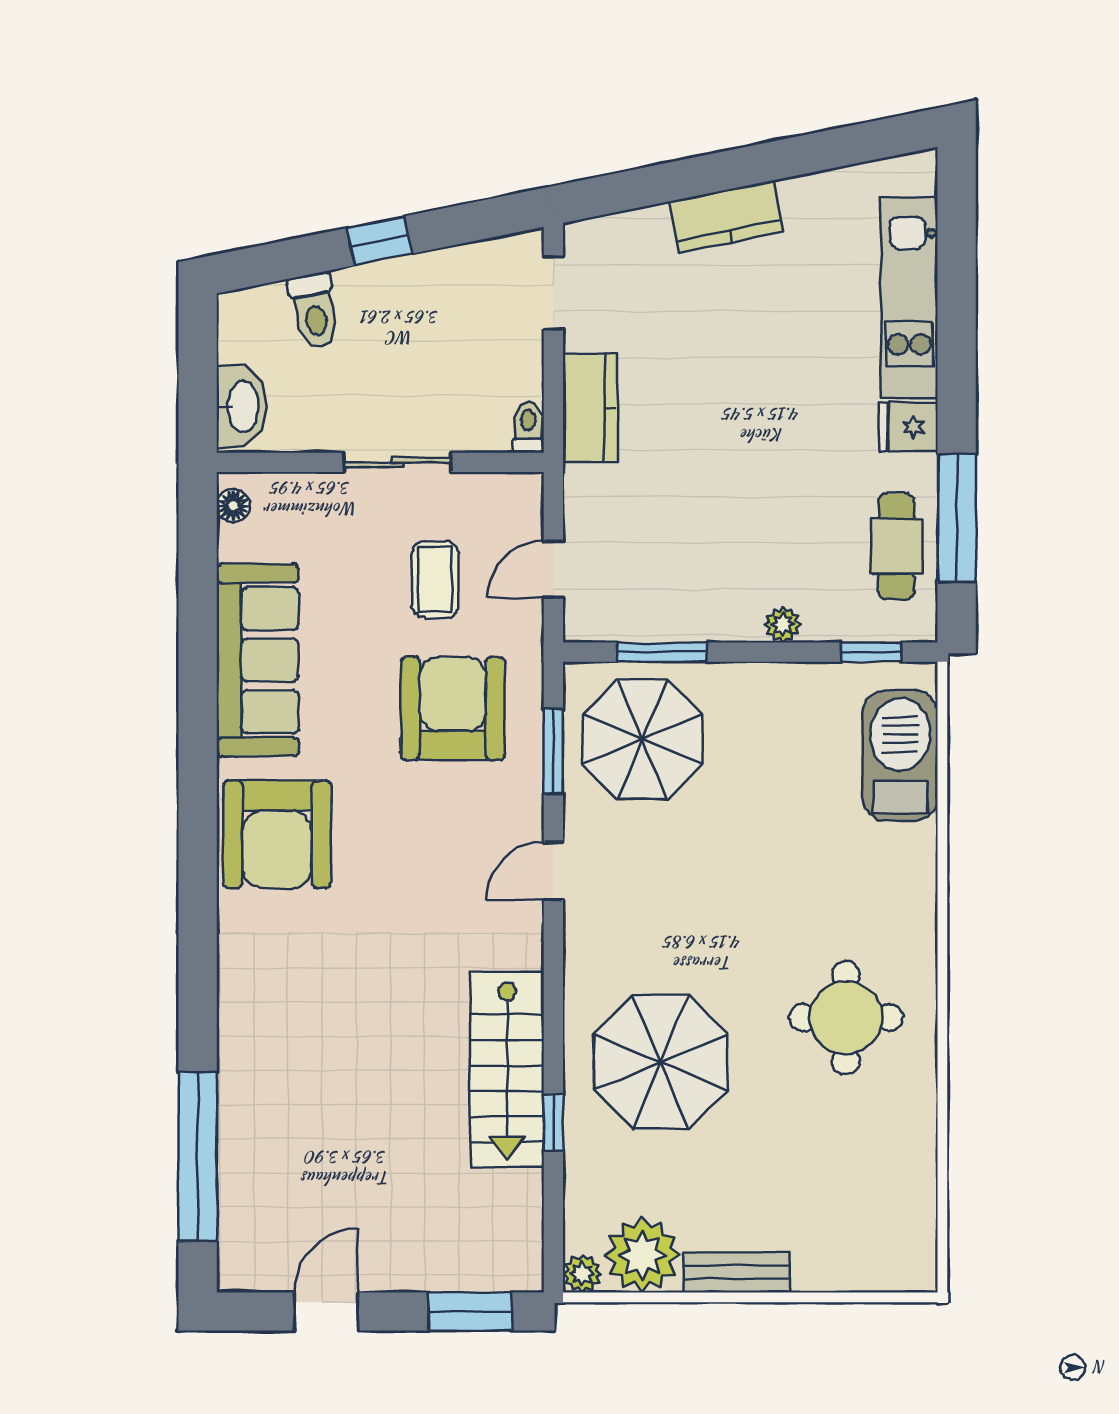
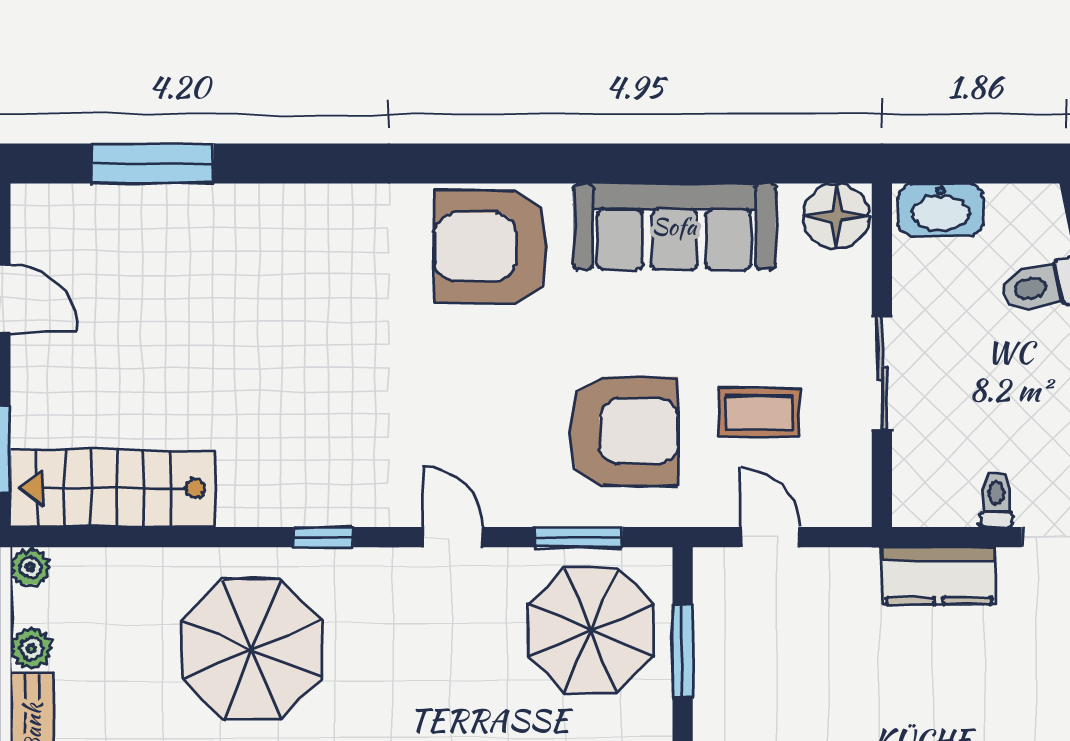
toilet: (528, 427) -> (996, 500), moved, turned -90
floor lamp: (233, 506) -> (836, 216), width x1.89, depth x1.89
stairs: (507, 1070) -> (113, 488), moved
window: (553, 1123) -> (323, 537), moved
window: (198, 1157) -> (153, 164), width x0.68
plant: (642, 1255) -> (31, 649), width x0.53, depth x0.53

